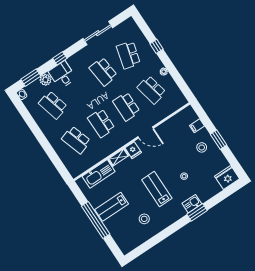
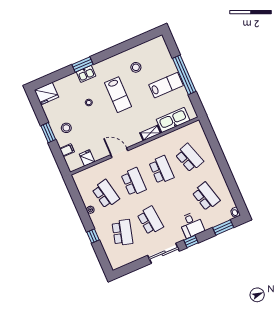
sliding door: (98, 33) -> (164, 253), moved
plant: (45, 80) -> (209, 223), removed
fridge: (133, 150) -> (87, 158), moved

